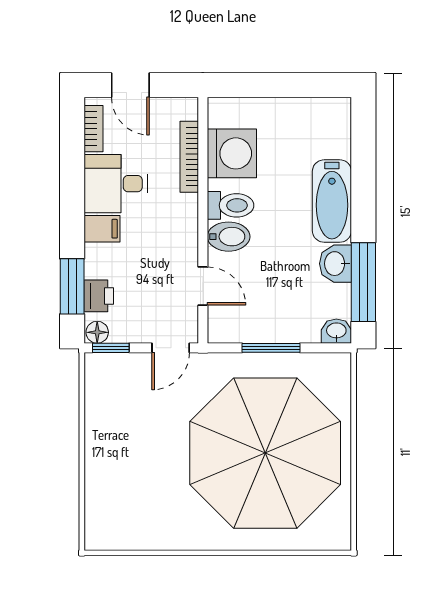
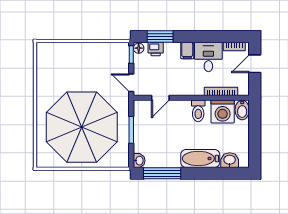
bidet: (229, 237) -> (242, 110), moved
washbasin: (336, 264) -> (230, 160), moved

